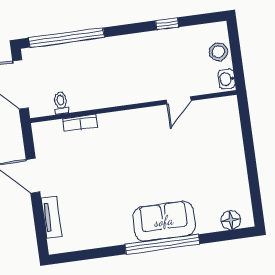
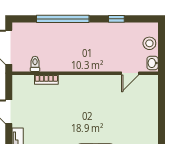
window: (67, 38) -> (63, 19), moved
door: (179, 100) -> (130, 73), moved

